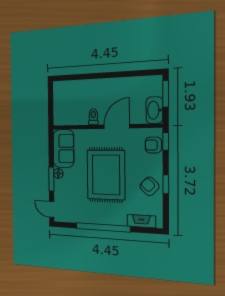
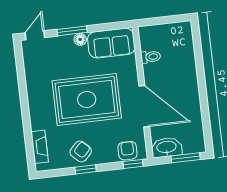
toilet: (93, 117) -> (151, 57), moved
door: (117, 126) -> (144, 106), width x1.36
window: (103, 227) -> (24, 102), removed

